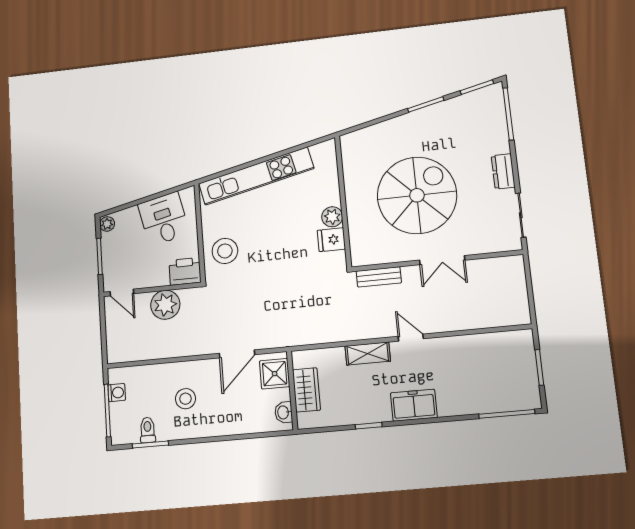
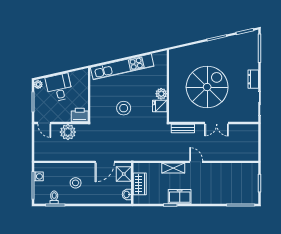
desk: (164, 219) -> (59, 87), moved
stool: (225, 251) -> (124, 108), moved
freezer: (414, 405) -> (180, 197), moved

